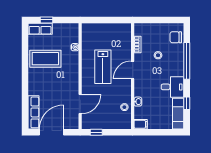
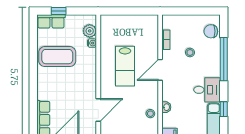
plant: (73, 37) -> (90, 31), added

